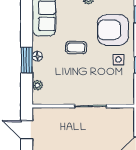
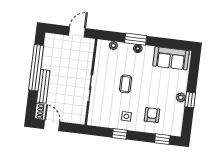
armchair: (113, 30) -> (152, 115), width x0.53, depth x0.53
coffee table: (76, 47) -> (126, 84), moved

